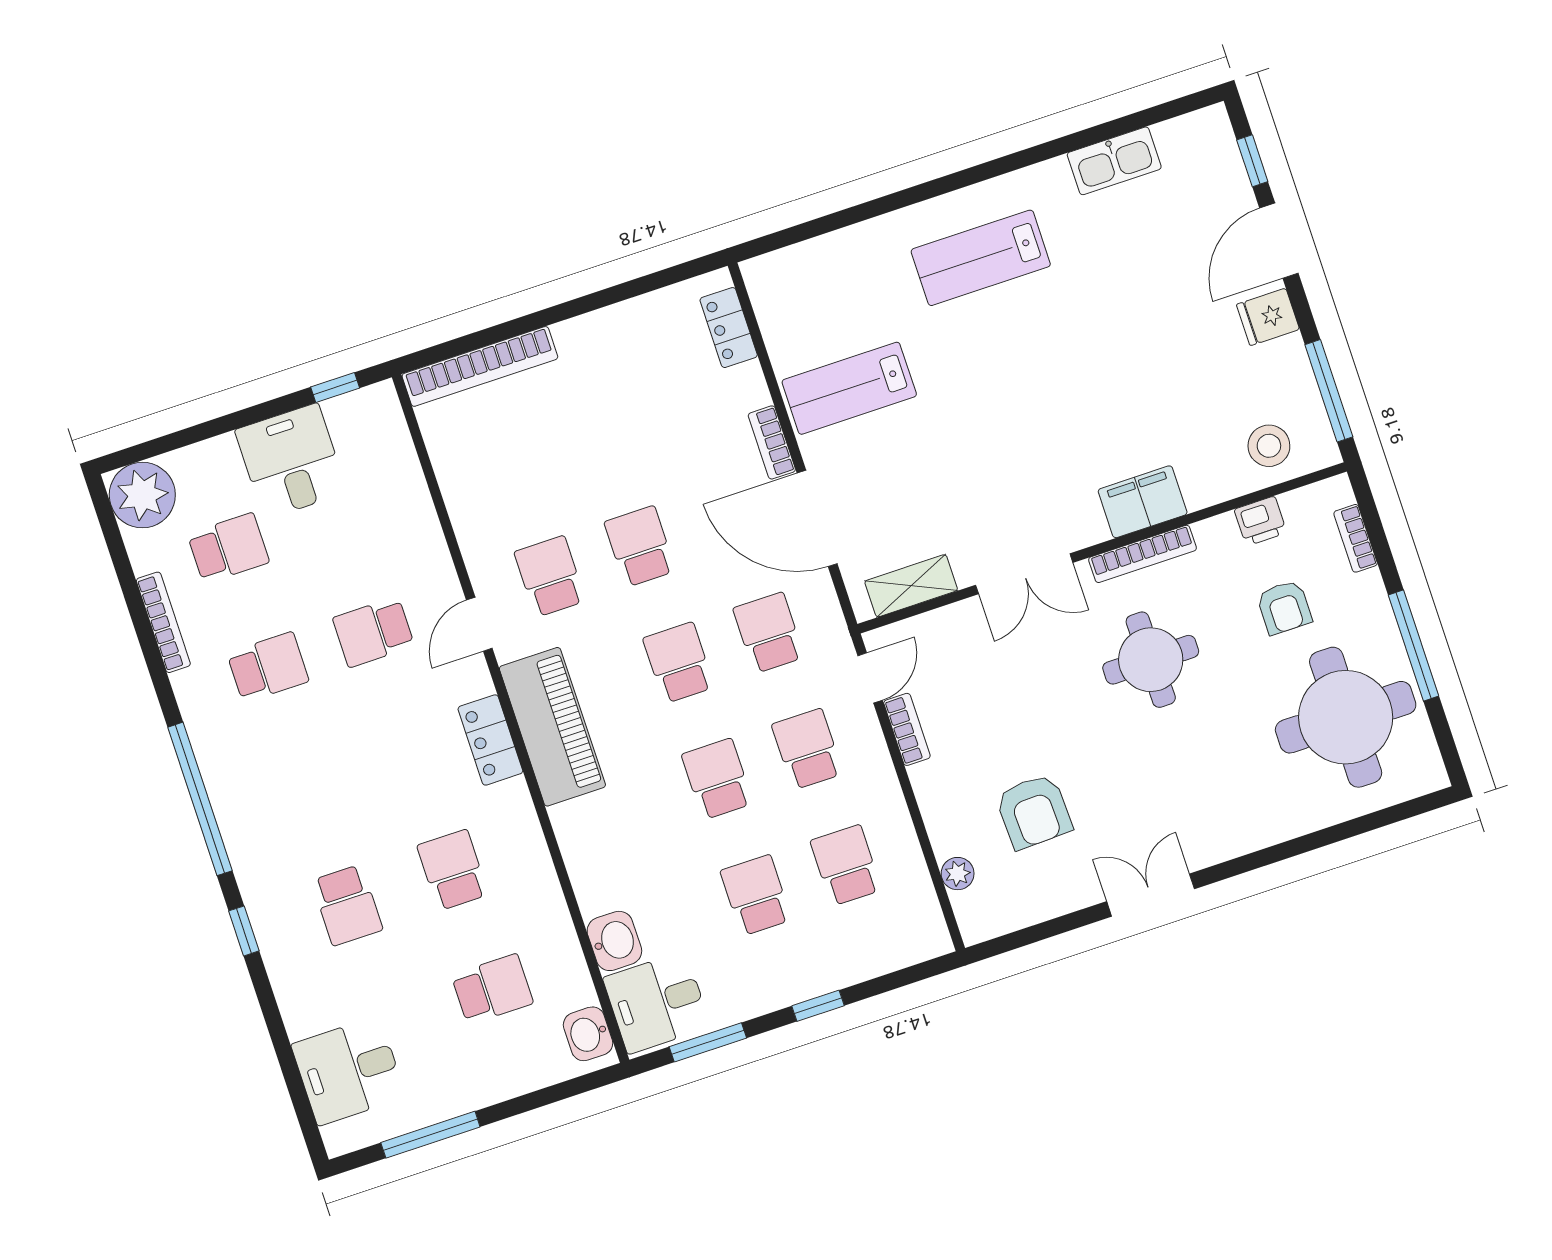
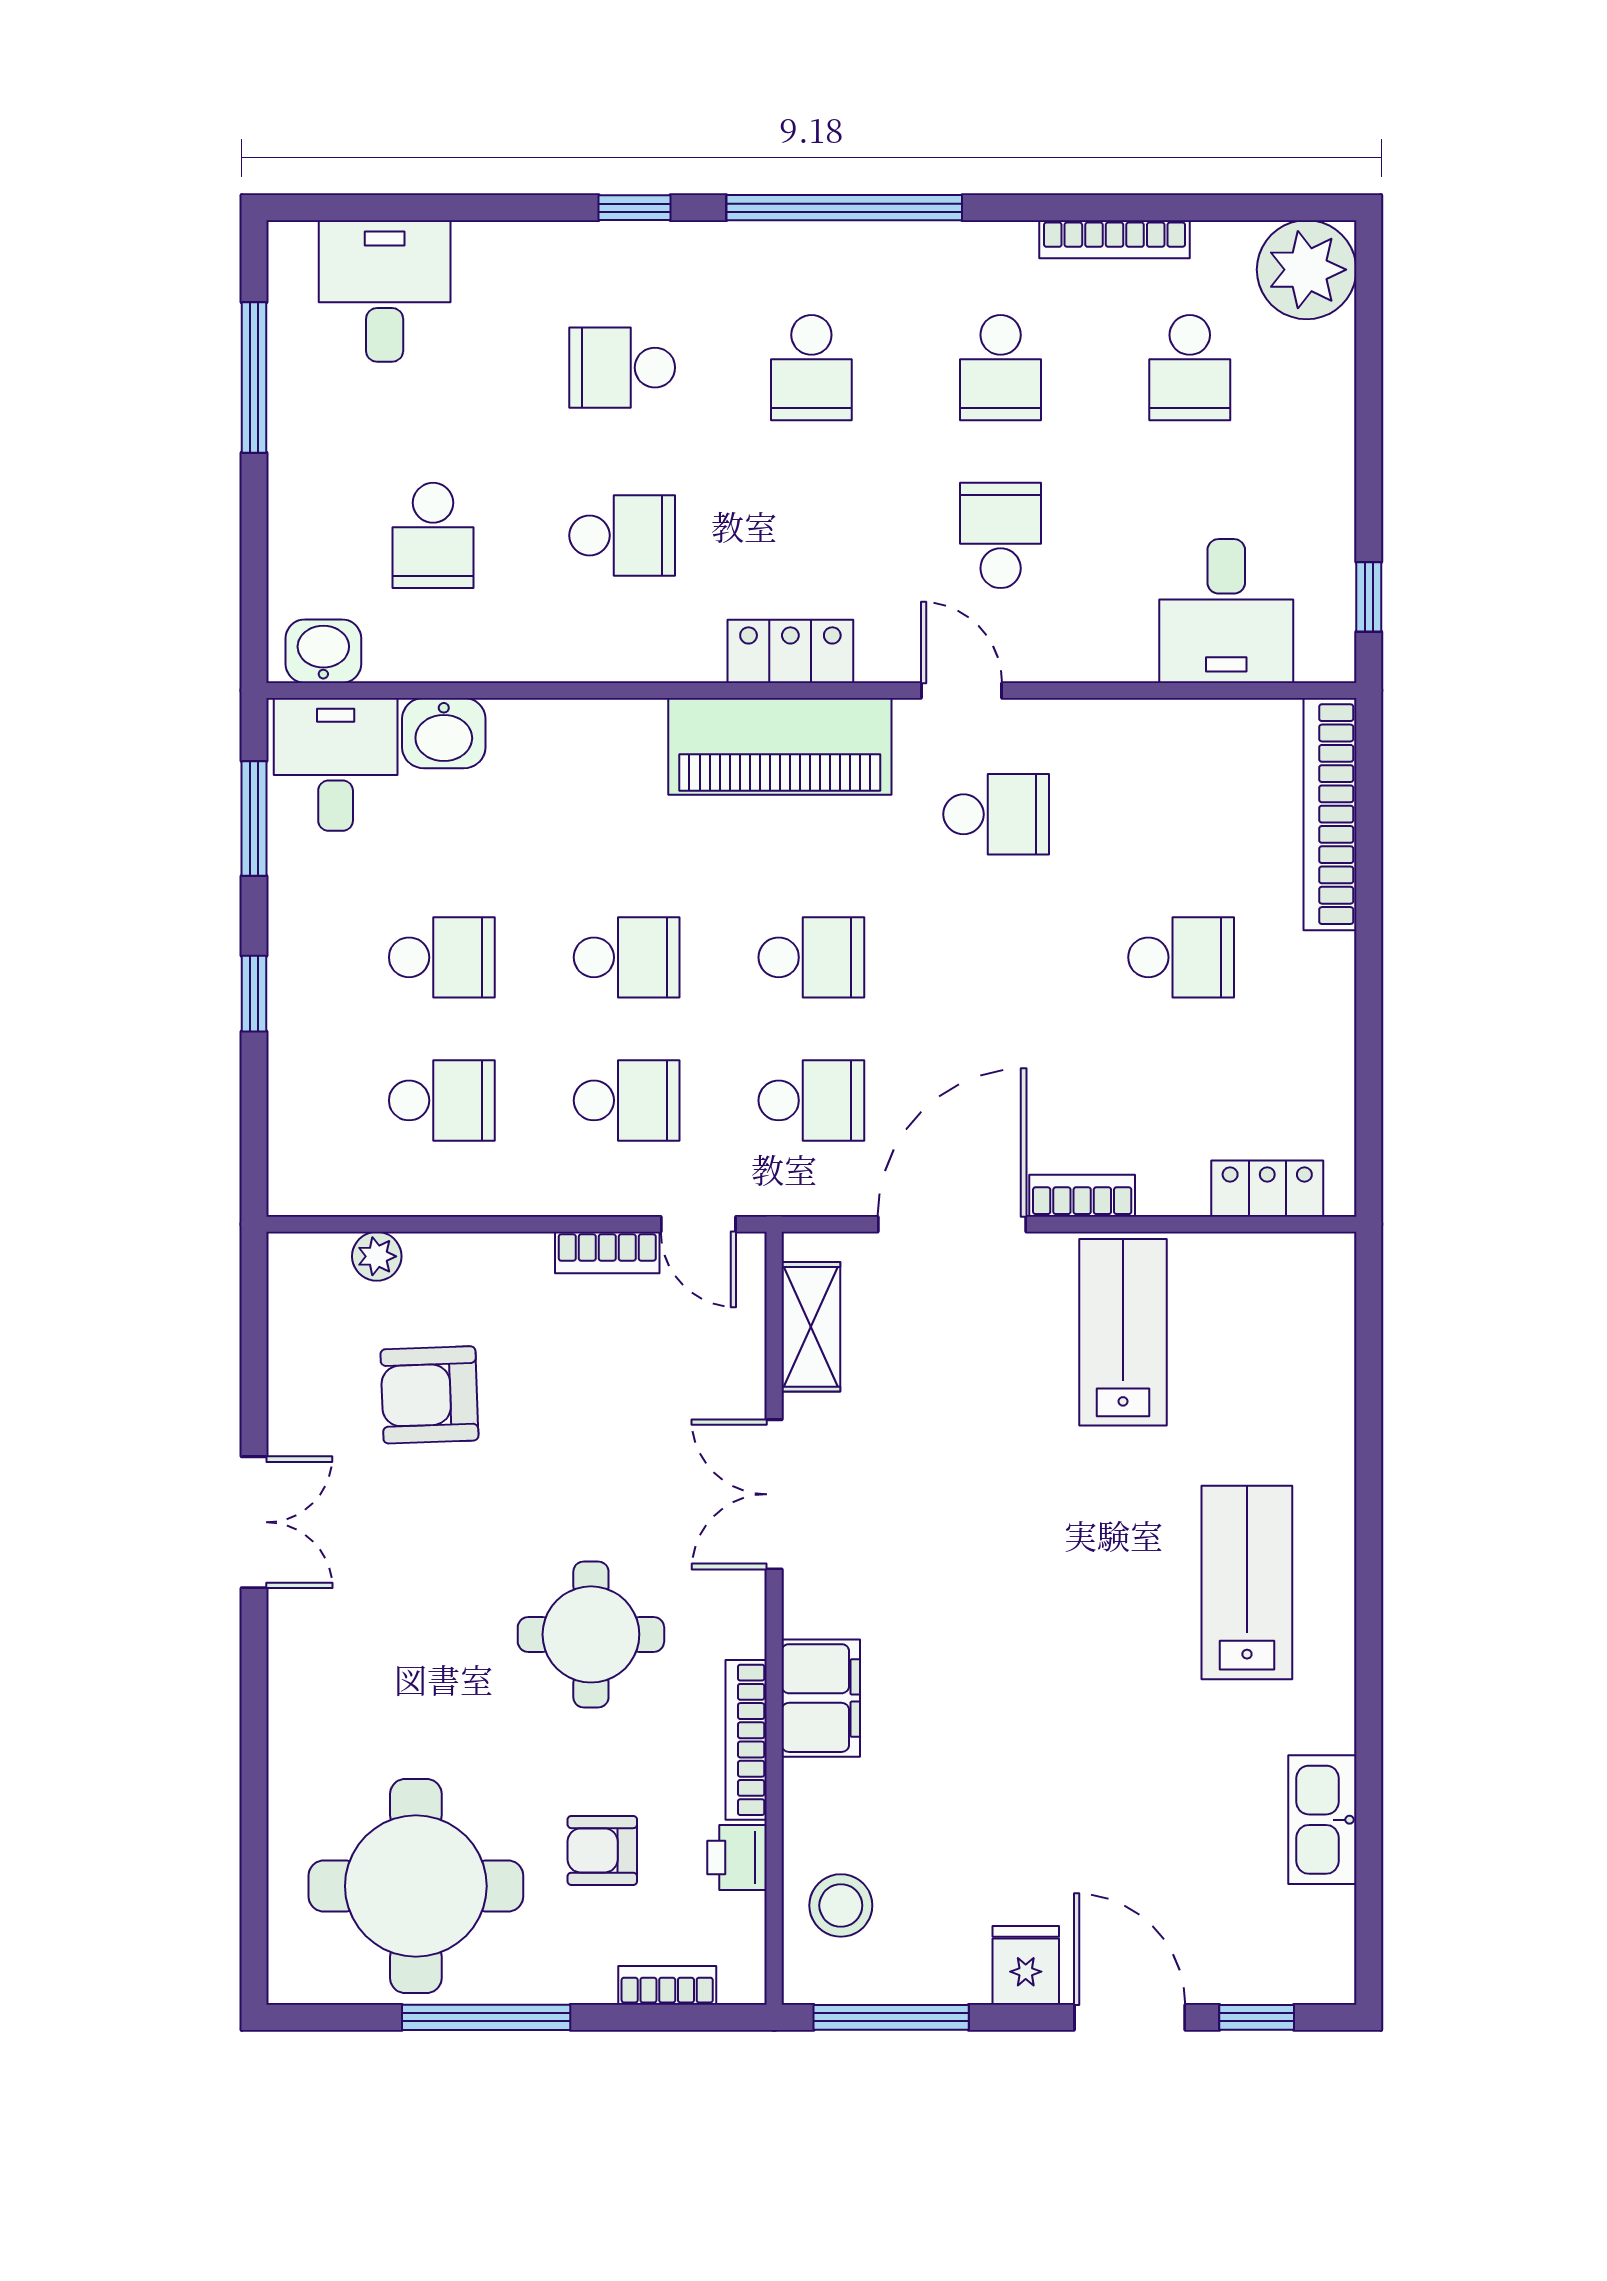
desk: (291, 461) -> (1226, 611), moved, turned 90
school desk: (640, 546) -> (1181, 957), moved
bookcase: (1142, 554) -> (746, 1740), moved
school desk: (307, 786) -> (811, 368), added

